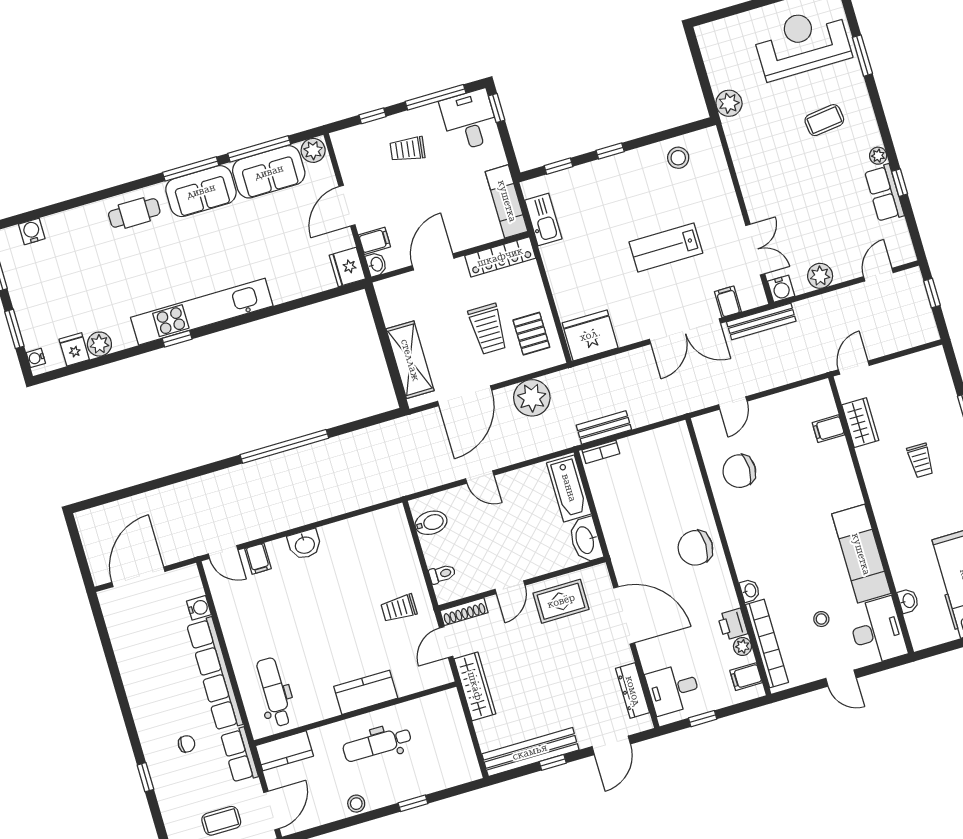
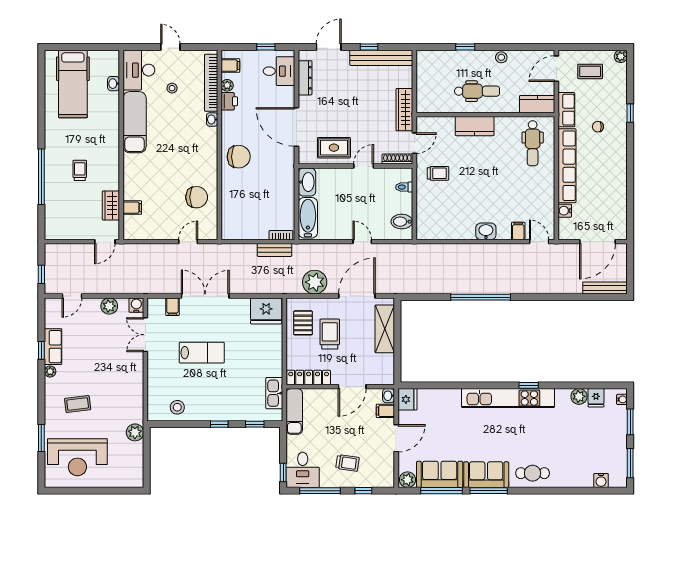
bench: (761, 322) -> (605, 288), moved

